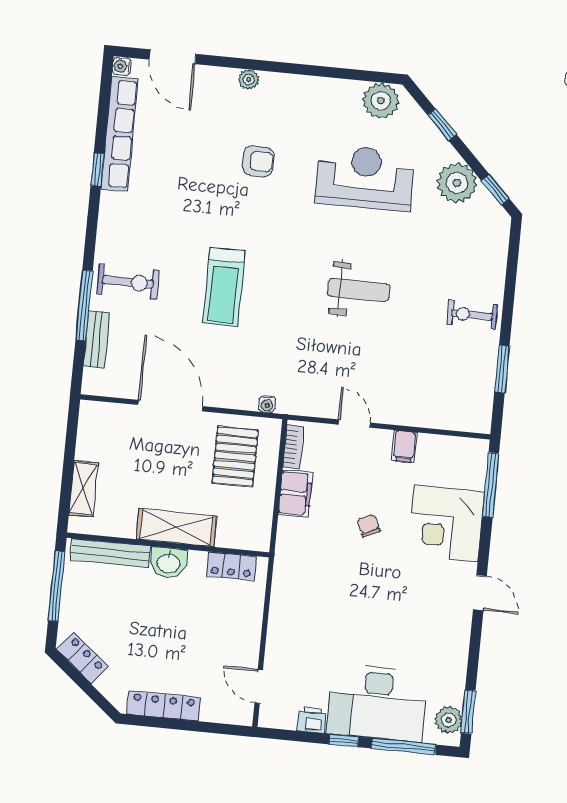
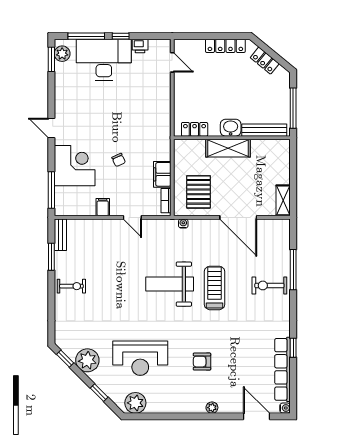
weight bench: (359, 290) -> (170, 284), moved, width x1.36, depth x1.33
bench: (97, 339) -> (60, 235), moved
shelving: (84, 489) -> (283, 200), moved
locker: (82, 658) -> (265, 61), moved

